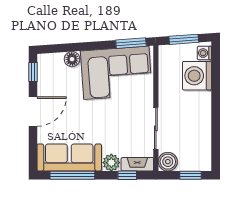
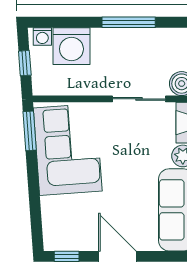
window: (184, 39) -> (25, 63), width x0.67
floor lamp: (72, 59) -> (50, 206), removed
window: (216, 120) -> (129, 22), added

